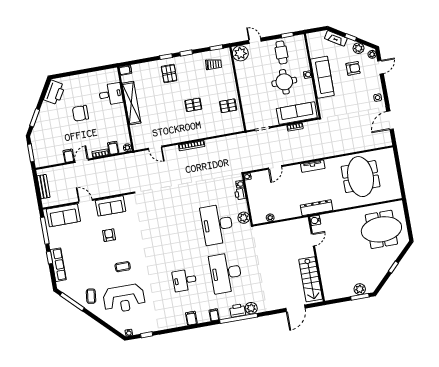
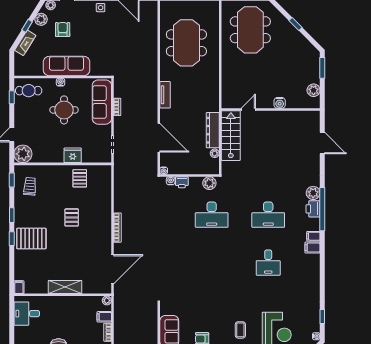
cafe table: (281, 52) -> (29, 91), moved
pallet: (169, 74) -> (31, 238), width x1.50, depth x1.42
desk: (111, 94) -> (27, 314), moved, turned -90
fridge: (247, 96) -> (73, 155), added
shelving: (131, 103) -> (65, 287), width x0.68
door: (155, 148) -> (112, 269), width x1.88
door: (275, 167) -> (159, 138), width x1.87
meeting table: (361, 177) -> (186, 43), turned 90
dresser: (317, 208) -> (213, 130), moved
water cooler: (315, 220) -> (280, 103), moved
desk: (217, 224) -> (212, 215), width x0.73, depth x0.77
door: (313, 240) -> (248, 109), hinge flipped
desk: (226, 273) -> (268, 215), width x0.73, depth x0.77
stairs: (311, 279) -> (231, 136), moved, turned -90
plant: (360, 289) -> (314, 90), moved
filing cabinet: (191, 318) -> (312, 248), moved

